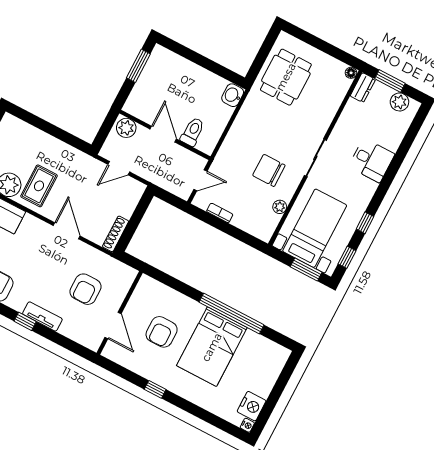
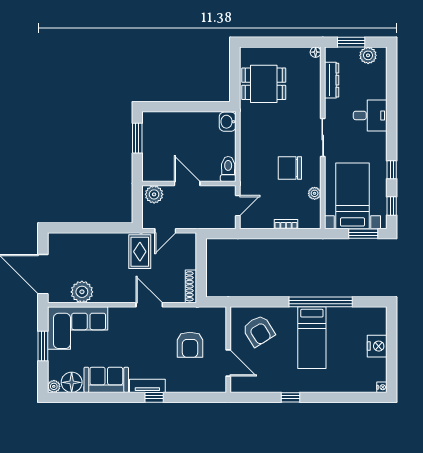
dining table: (286, 77) -> (264, 84), turned 90
dresser: (363, 88) -> (332, 80), moved, width x1.44
toilet: (193, 132) -> (228, 169), moved
rug: (39, 186) -> (140, 252), moved
bookcase: (220, 213) -> (286, 224), moved
tv unit: (42, 316) -> (147, 386), moved
armchair: (162, 332) -> (259, 331), moved, turned -32
bed: (212, 347) -> (312, 338), width x0.67
nightstand: (252, 406) -> (377, 346), moved

